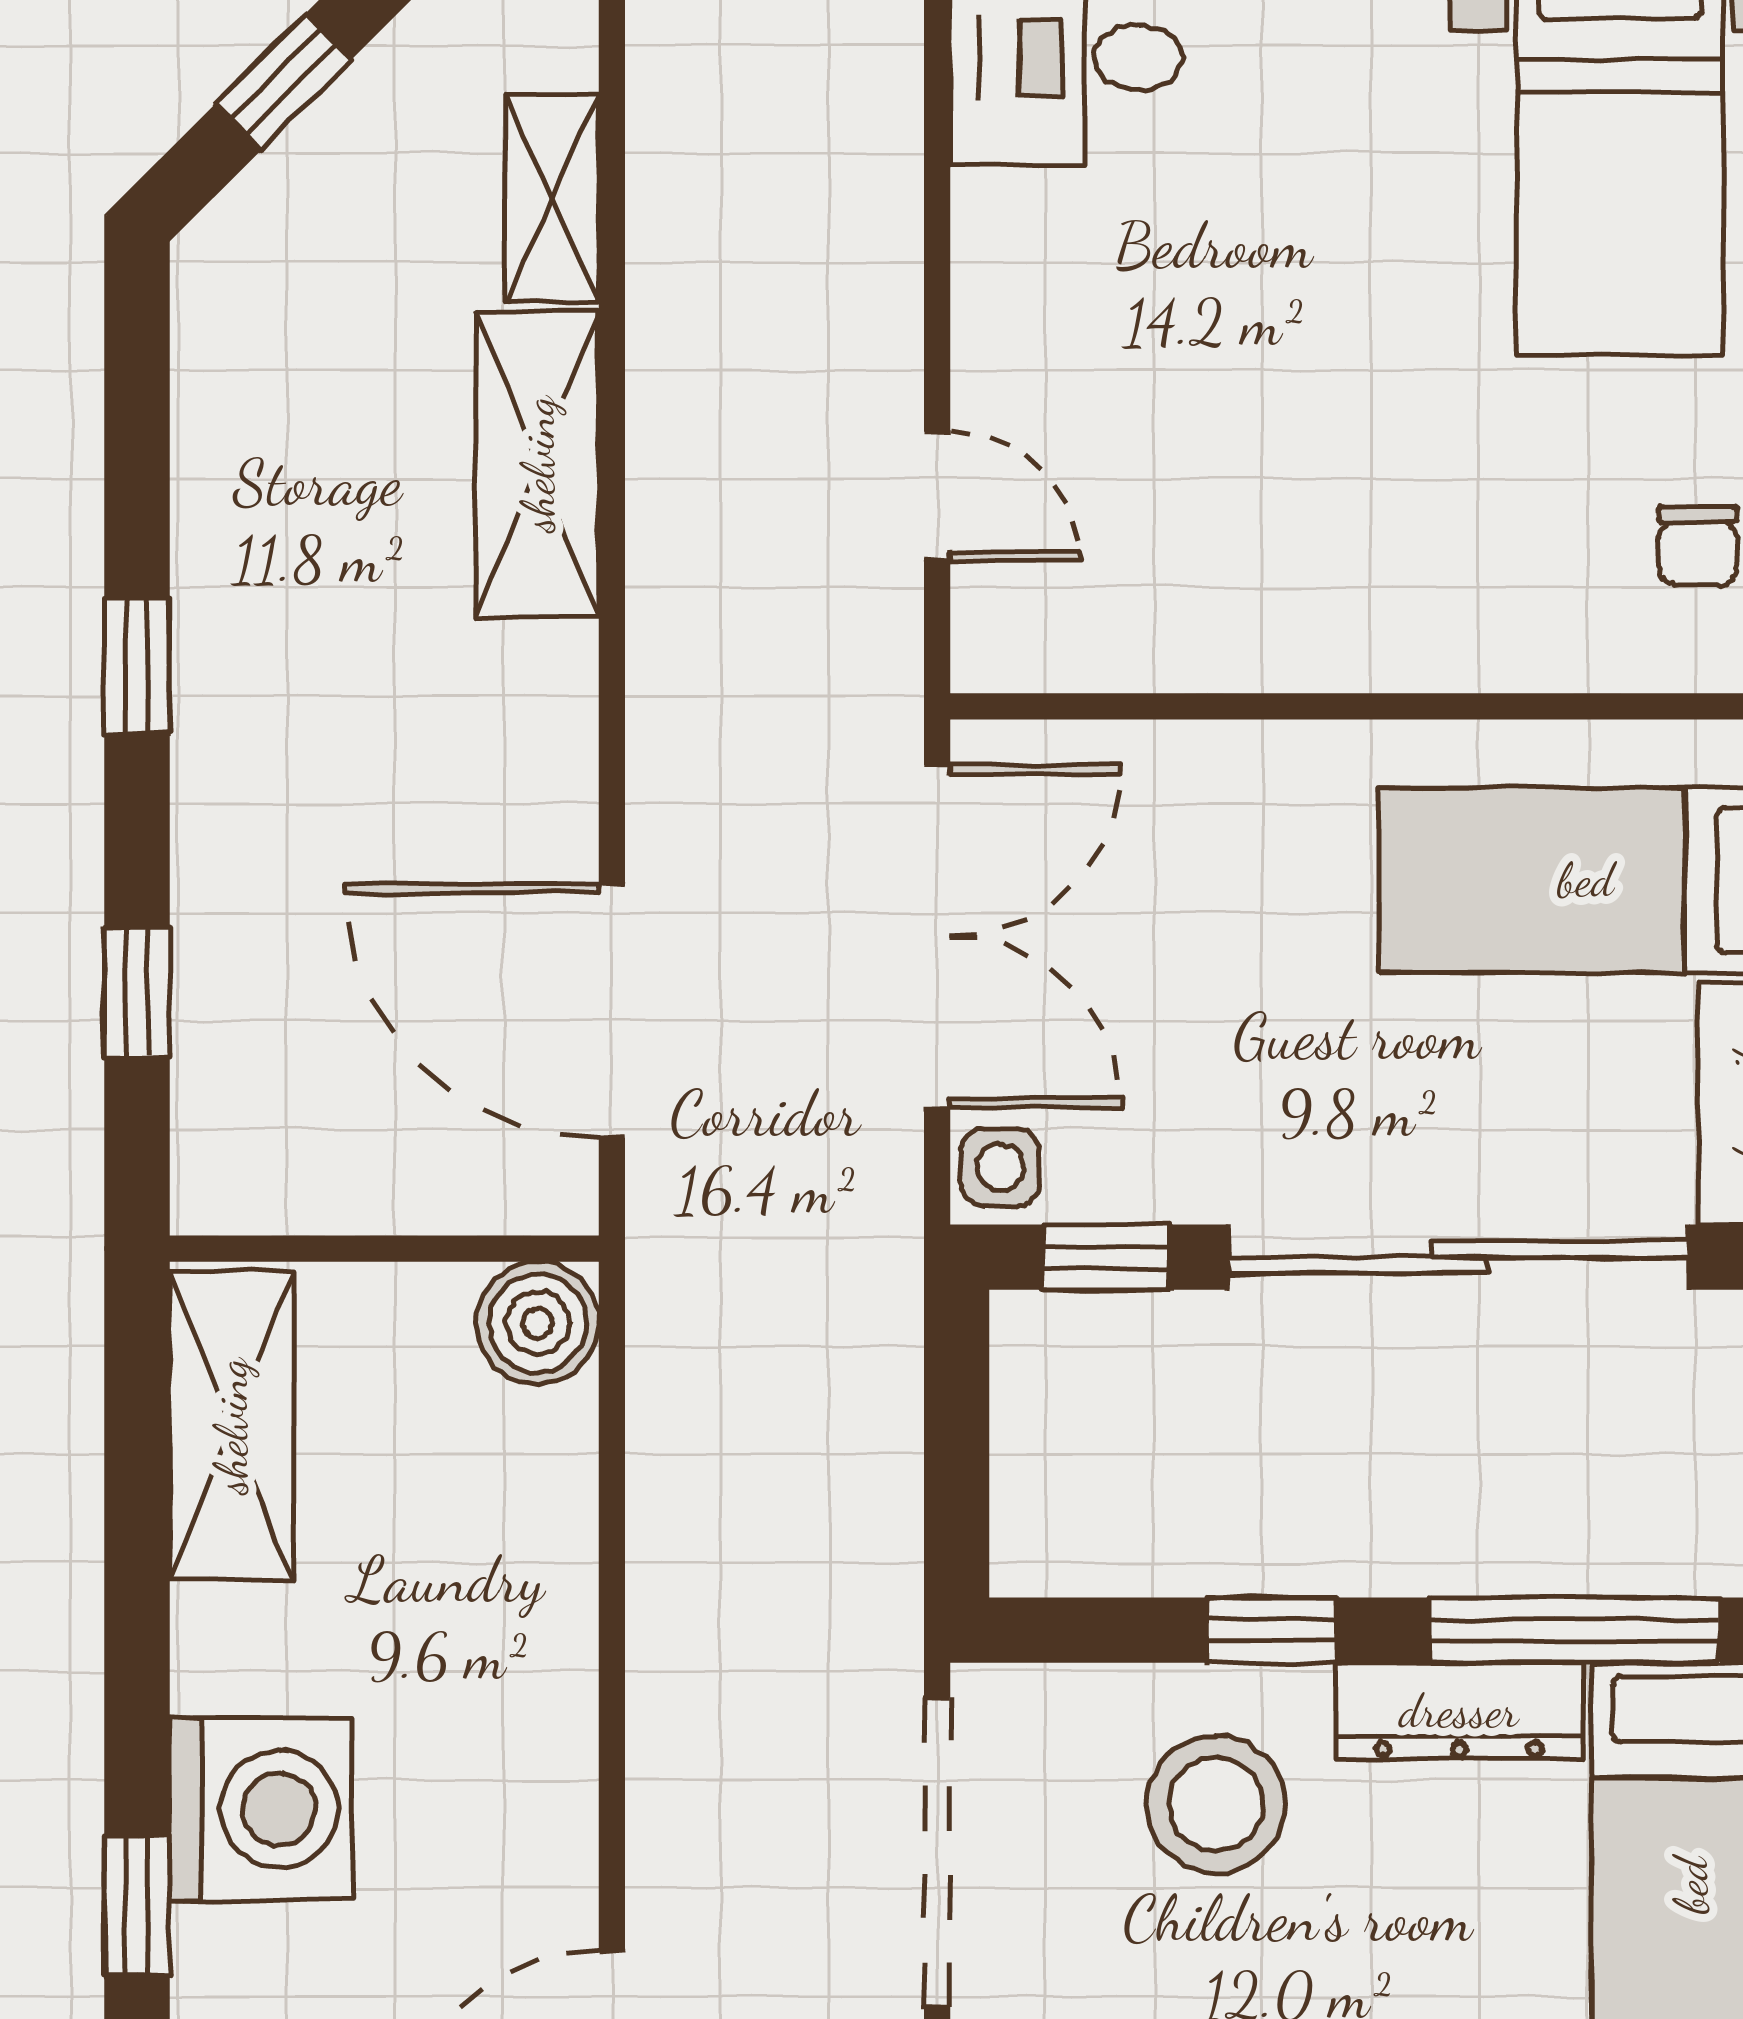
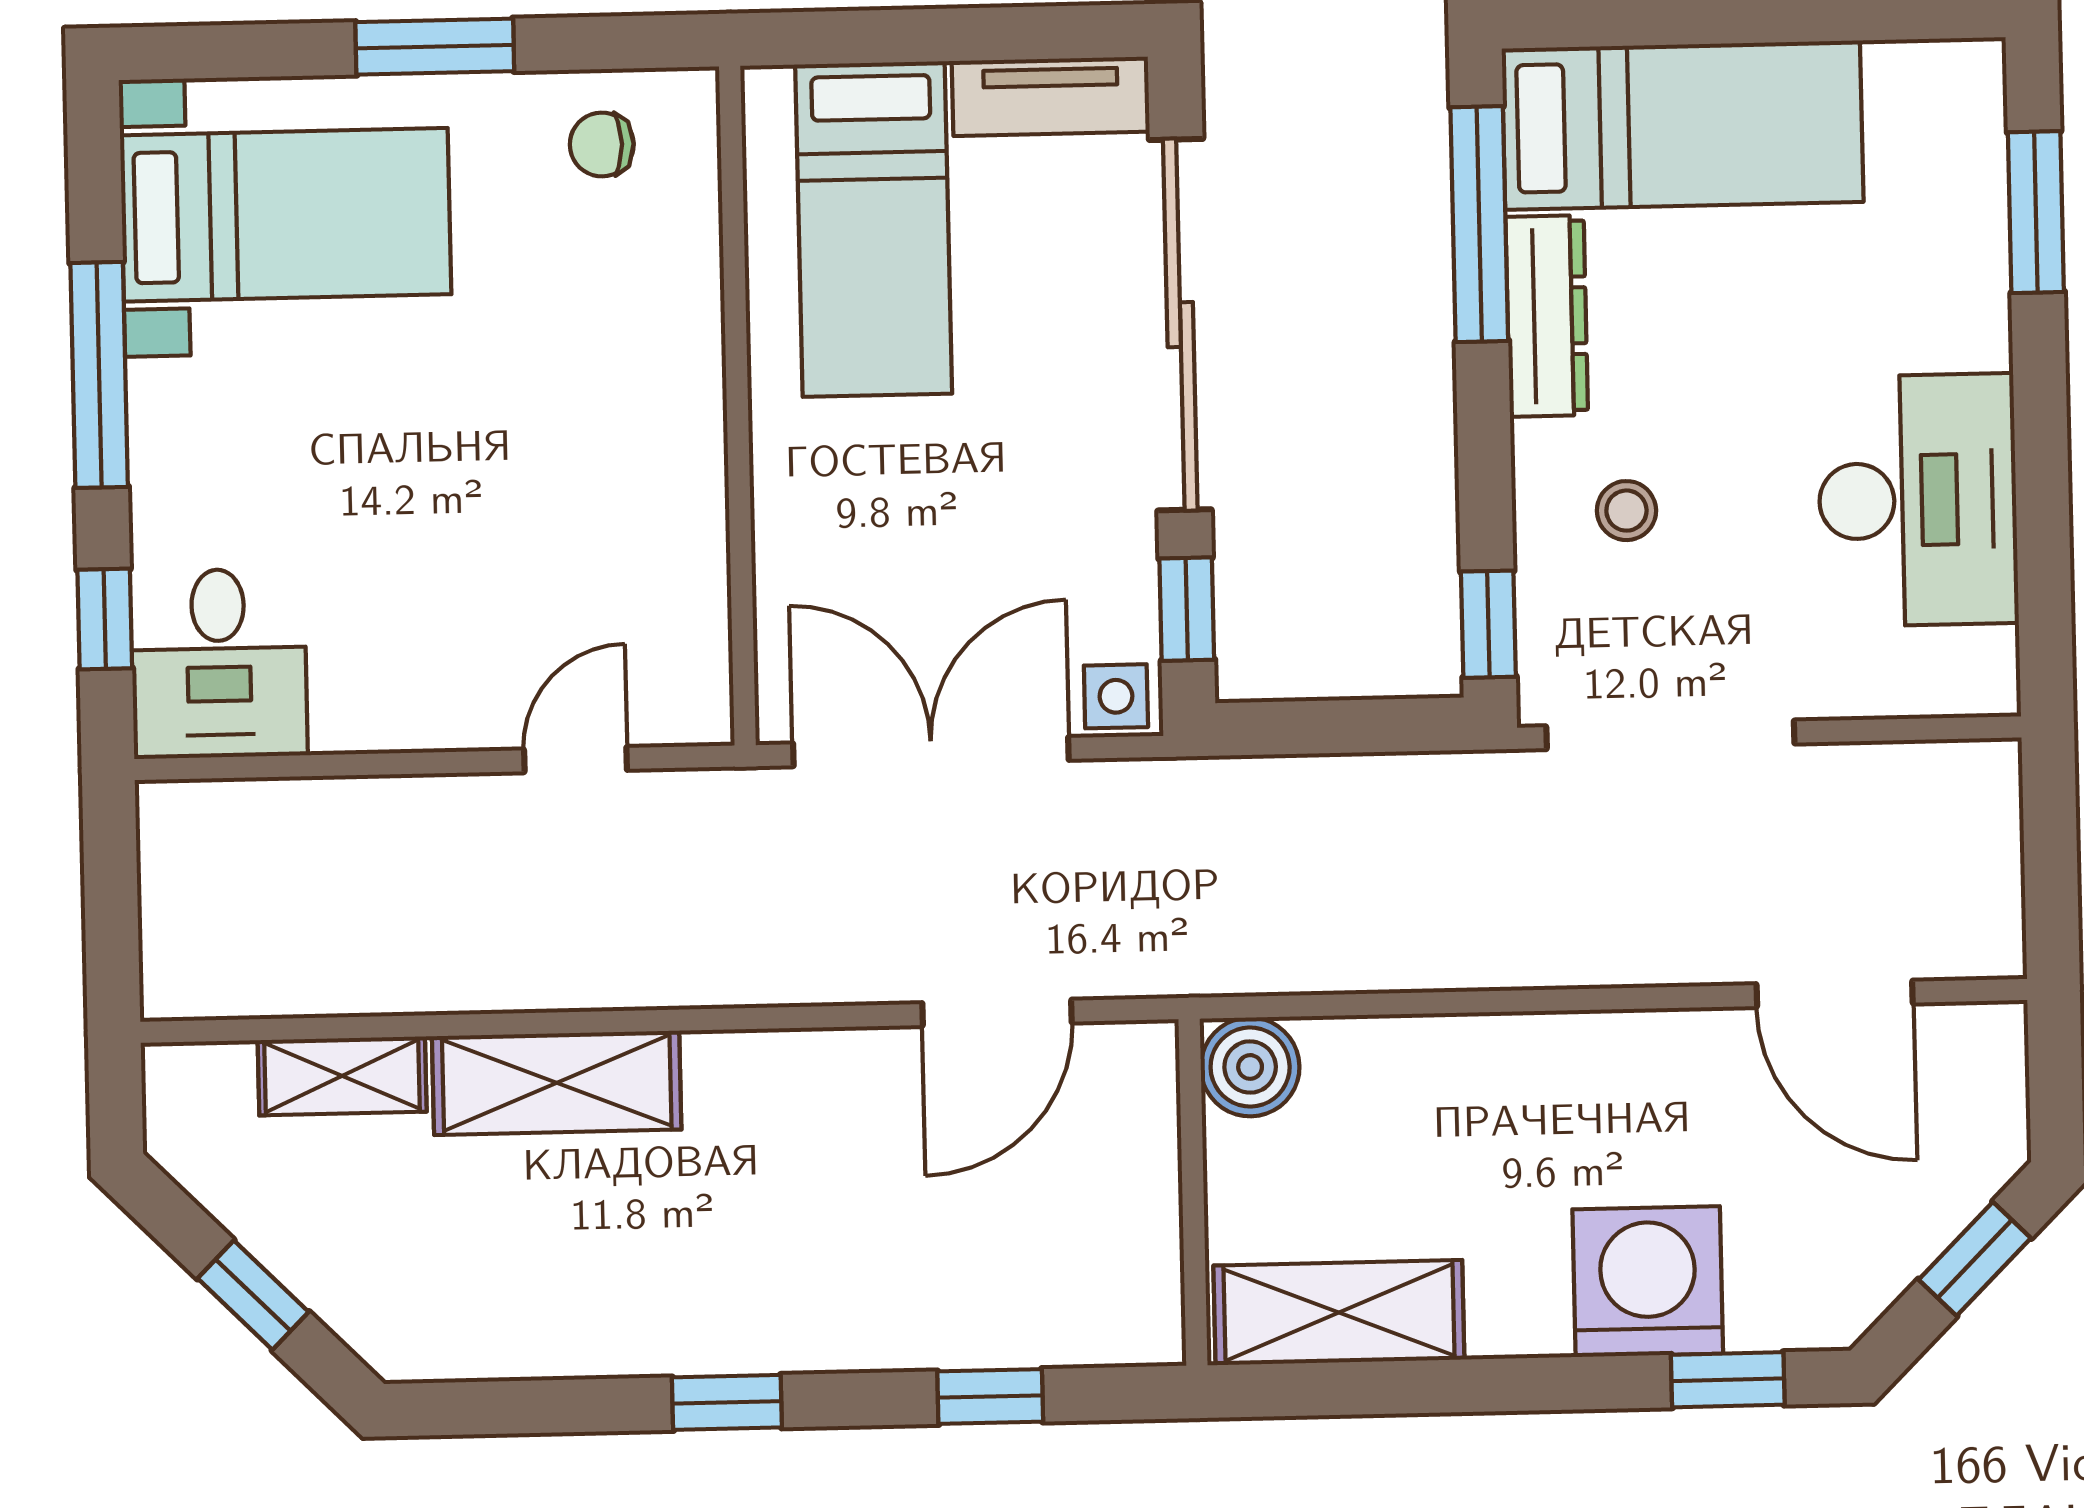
chair: (1698, 546) -> (602, 144), turned 180
door: (612, 1011) -> (997, 1013), width x0.73
window: (1272, 1630) -> (1488, 624), moved
stool: (1216, 1804) -> (1626, 511), width x0.53, depth x0.53

